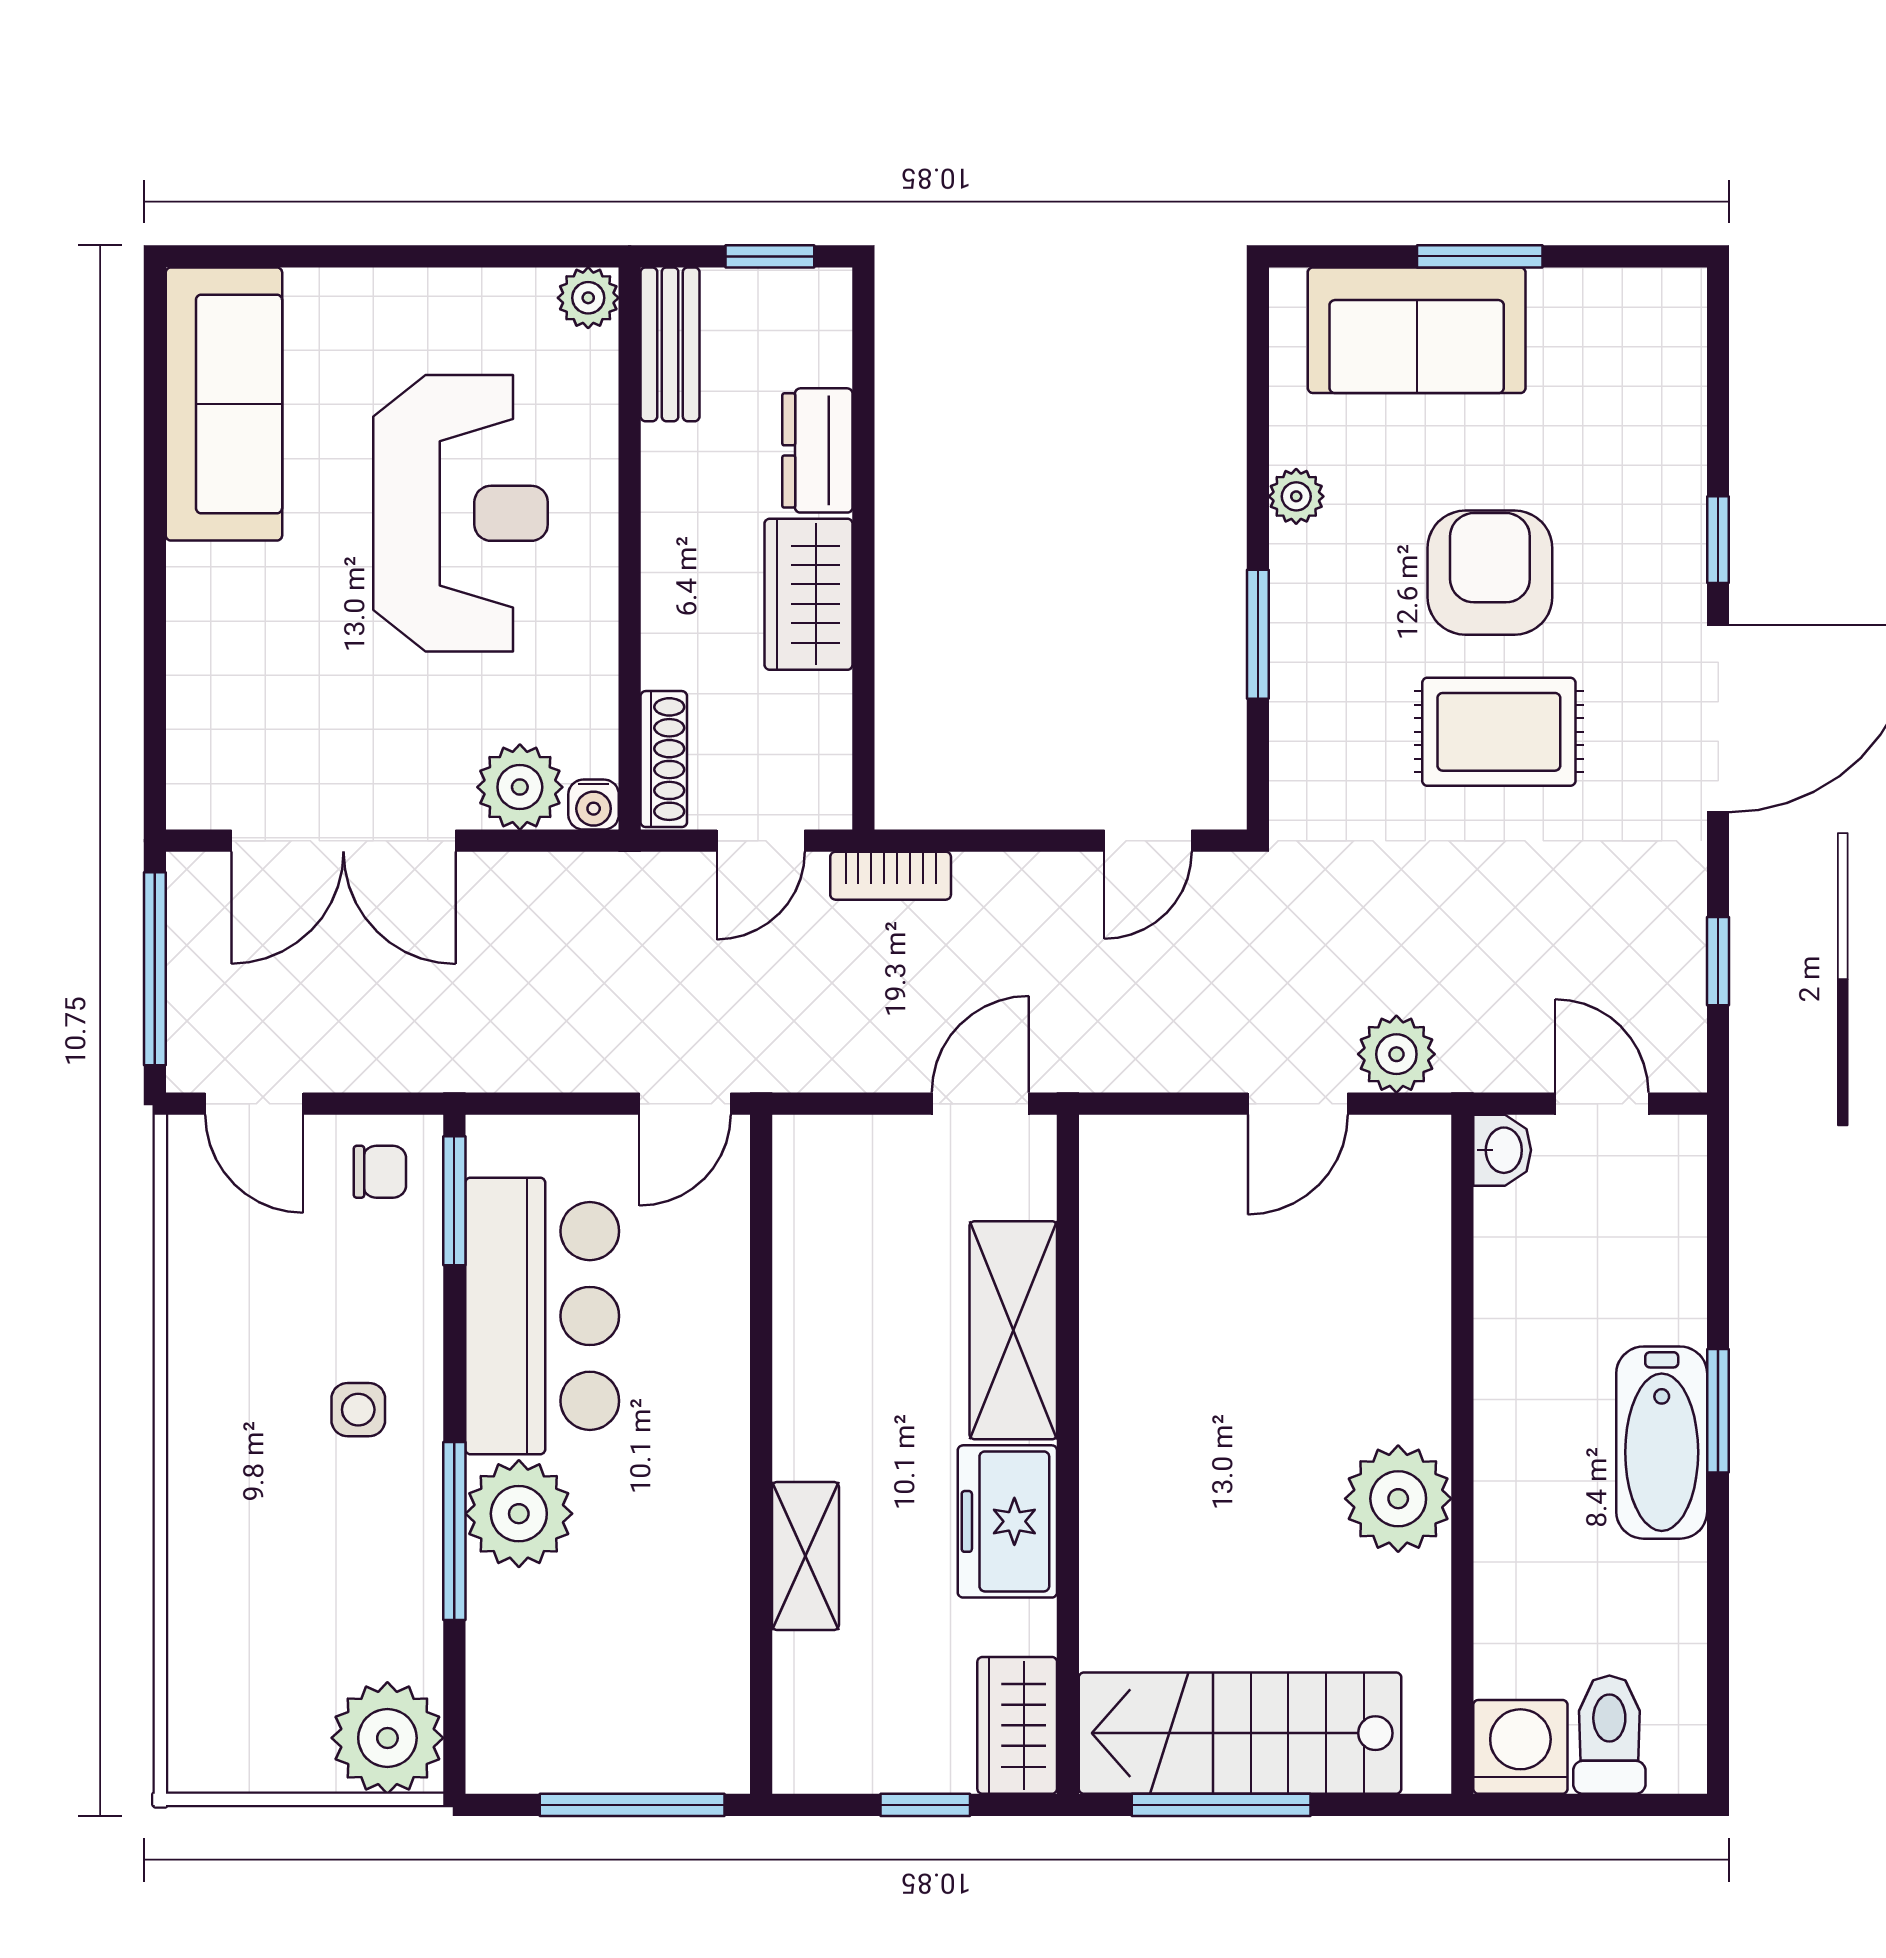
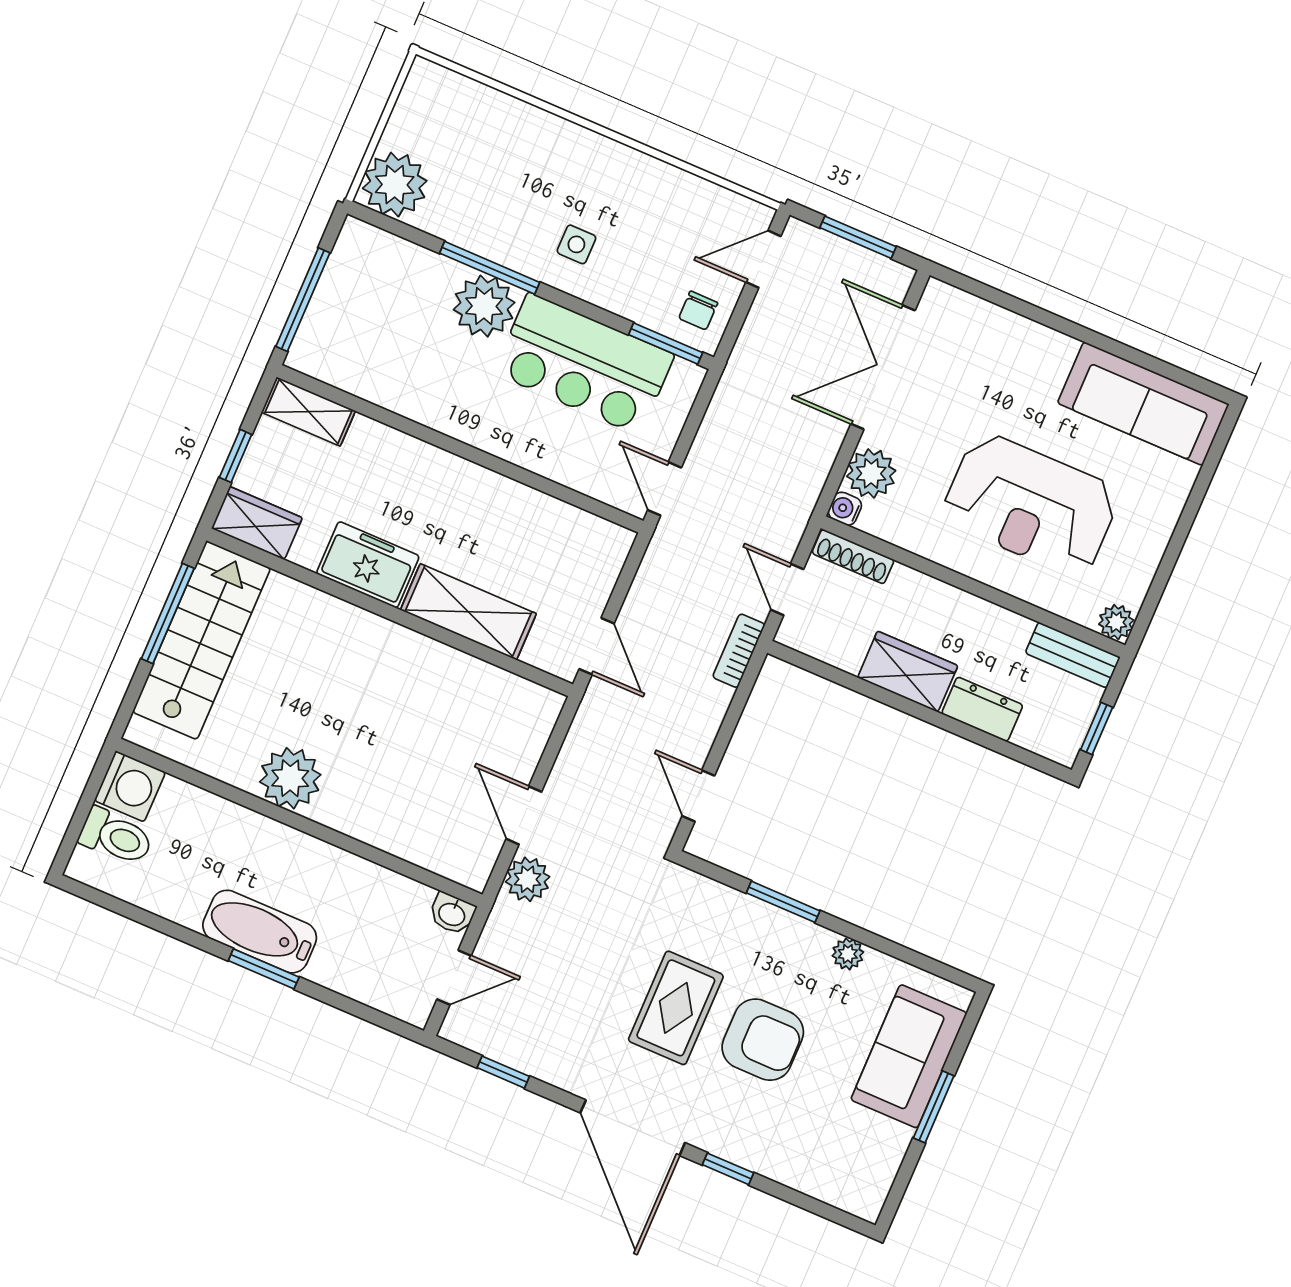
window: (155, 969) -> (858, 237), width x0.69
shelving: (805, 1556) -> (308, 412), moved

